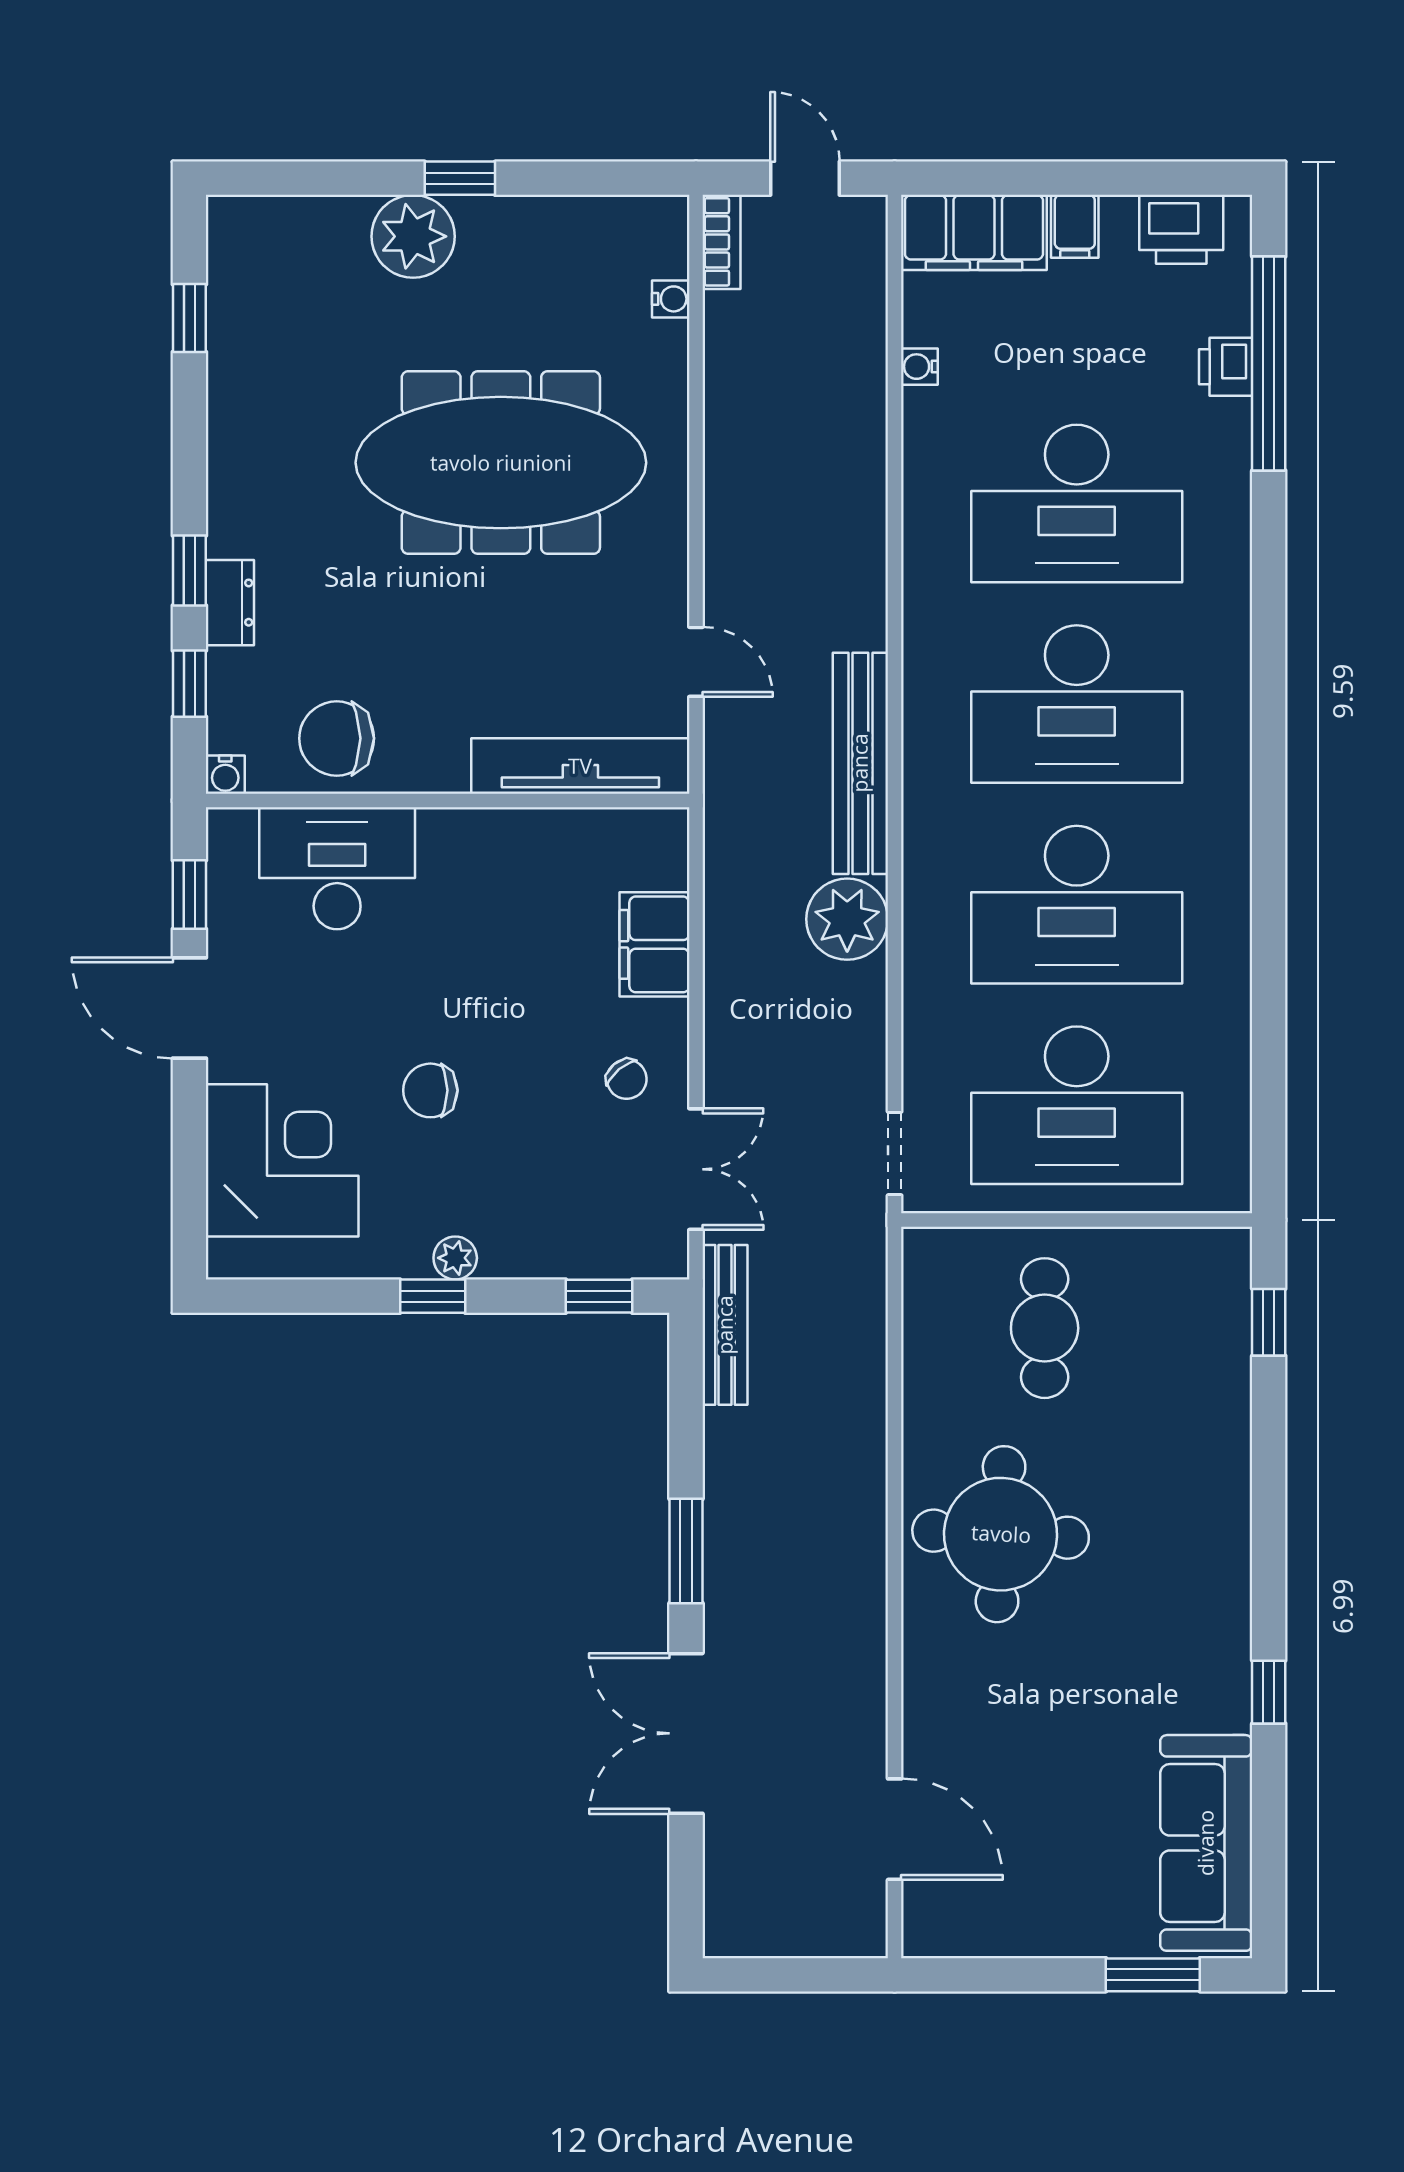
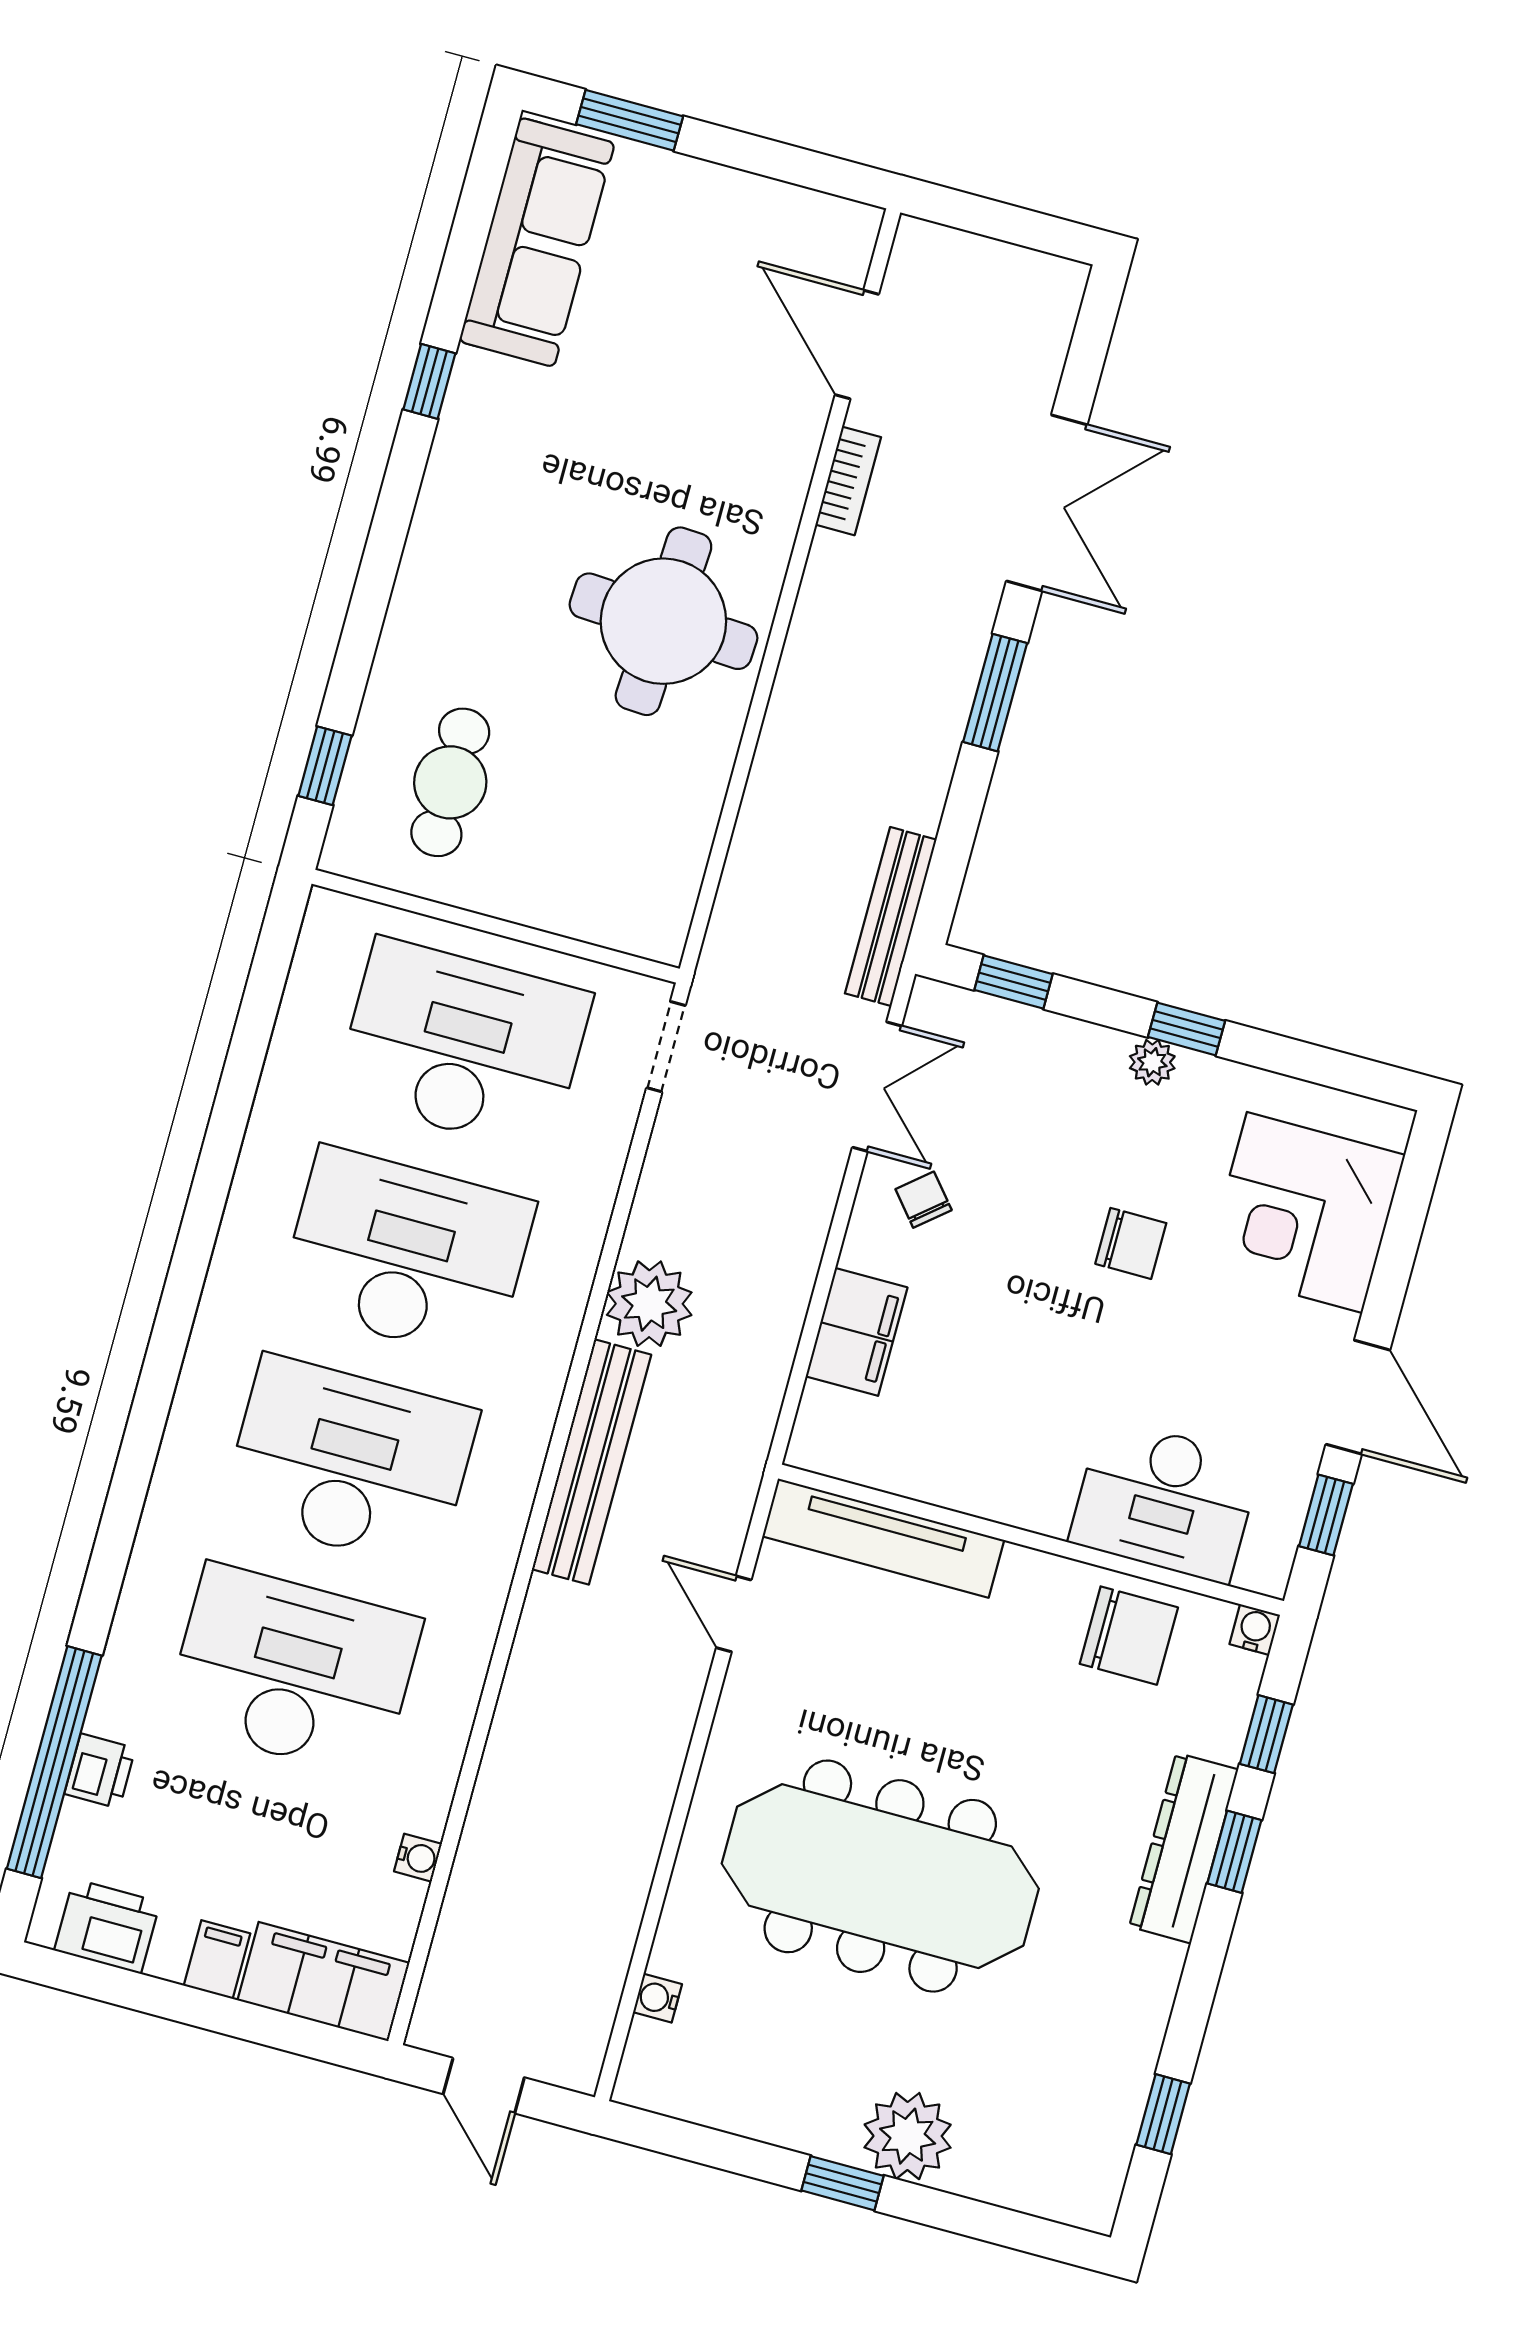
bookcase: (721, 242) -> (848, 481), moved, turned 180
dresser: (230, 603) -> (1184, 1848), width x1.96, depth x1.24
double door: (696, 1169) -> (877, 1087), swing flipped
cafe table: (1045, 1328) -> (450, 782), moved

